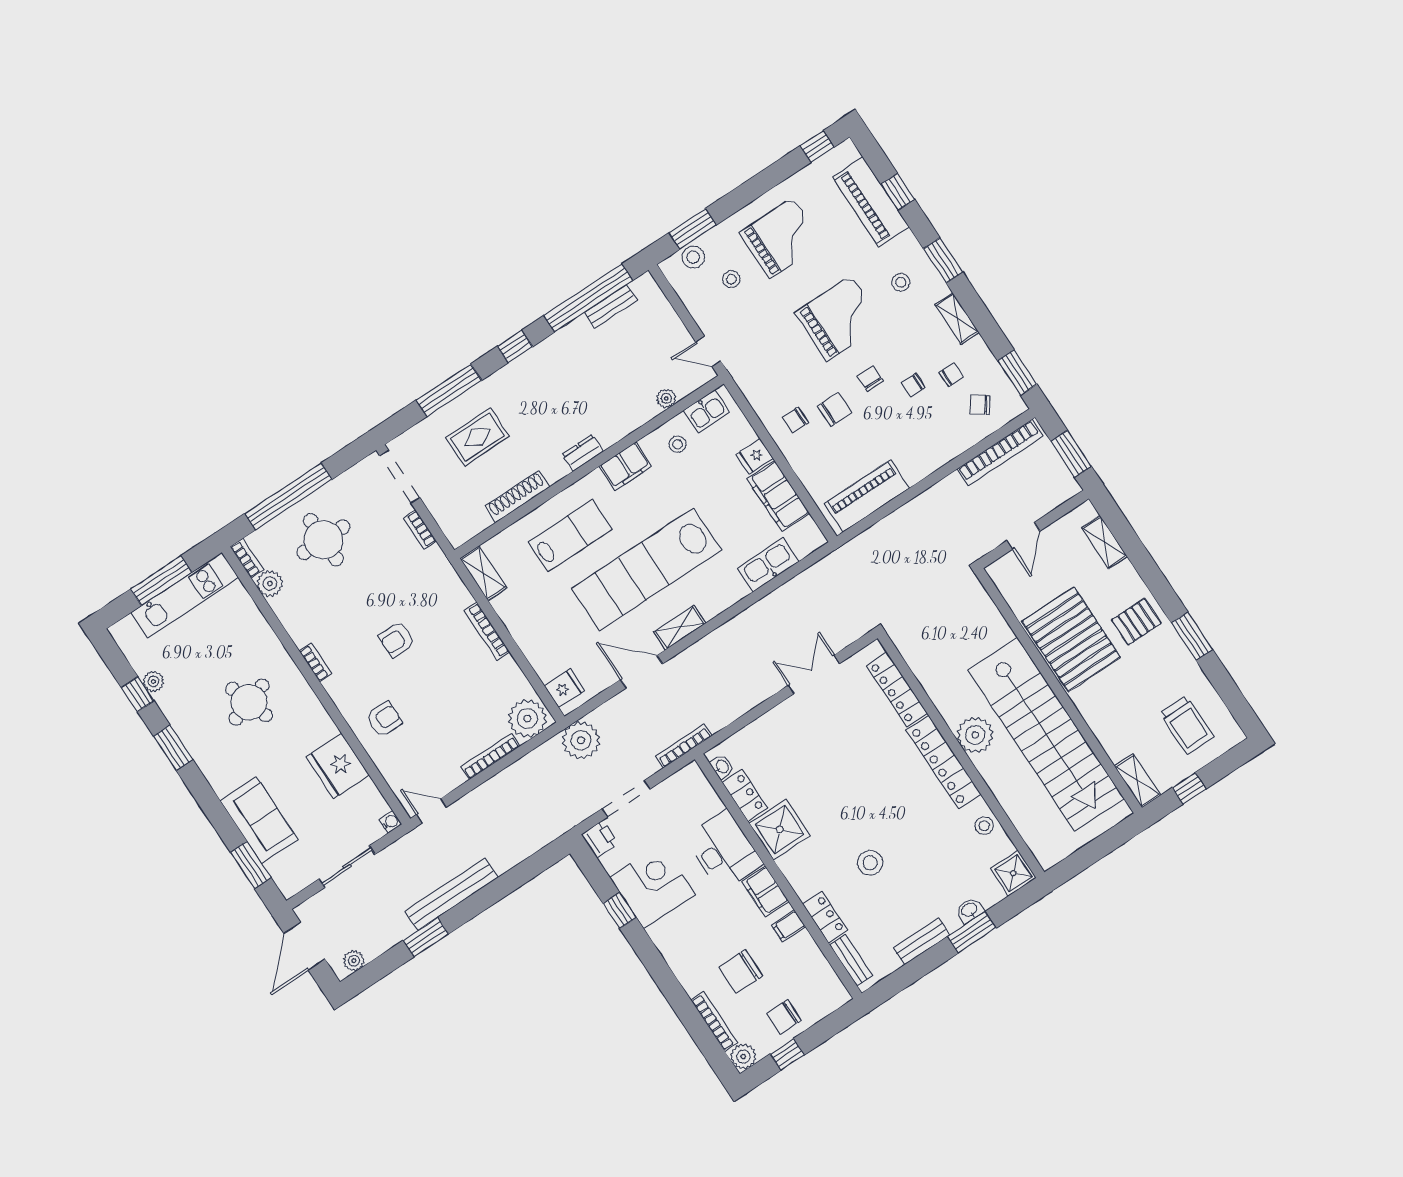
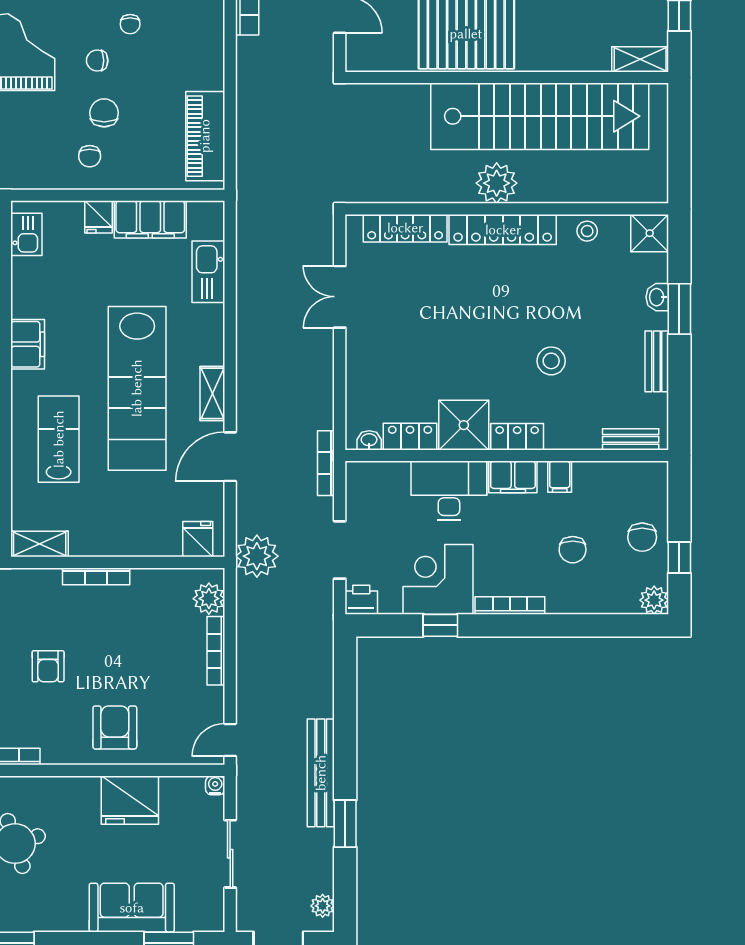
stool: (678, 444) -> (39, 282), removed
armchair: (384, 719) -> (115, 727), width x1.38, depth x1.38
plant: (527, 719) -> (209, 599), width x0.73, depth x0.73
locker: (825, 917) -> (517, 437), moved
chair: (741, 971) -> (573, 550), width x0.73, depth x0.73
bookcase: (714, 1021) -> (510, 605), moved

